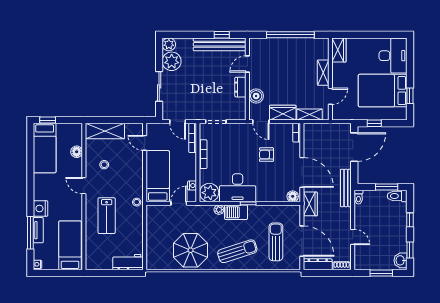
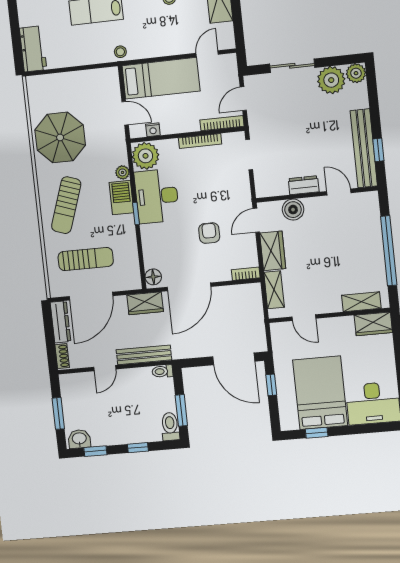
shelving: (323, 73) -> (361, 302), moved
bench: (346, 188) -> (144, 355), moved
sun lounger: (237, 251) -> (66, 205), turned 37

